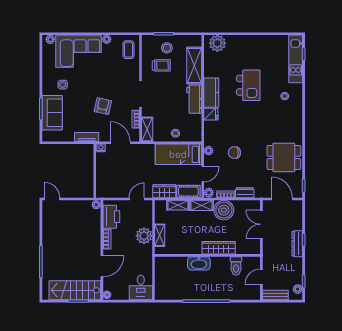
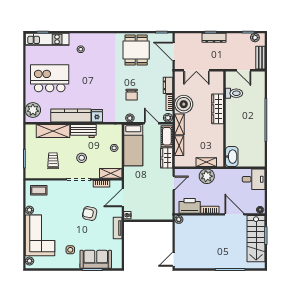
stool: (167, 48) -> (82, 158), moved
kitchen island: (248, 85) -> (50, 78), moved, width x1.37, depth x1.28
kitchen counter: (211, 93) -> (71, 116), width x1.50
door: (137, 199) -> (174, 183), swing flipped
door: (282, 199) -> (174, 52), hinge flipped
washbasin: (199, 263) -> (232, 157), moved

